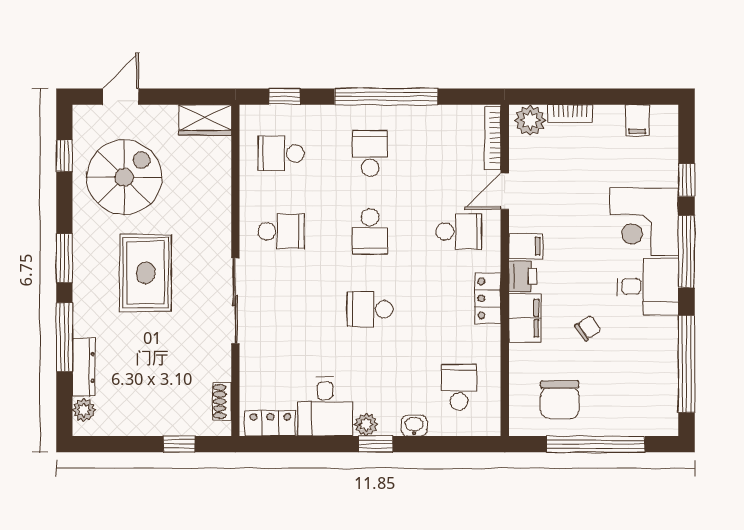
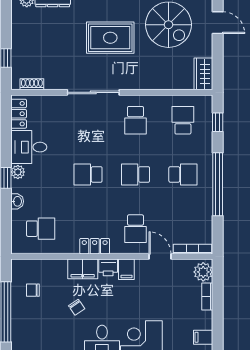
school desk: (370, 309) -> (88, 174), turned -90
chair: (560, 400) -> (33, 290), width x0.54, depth x0.54

